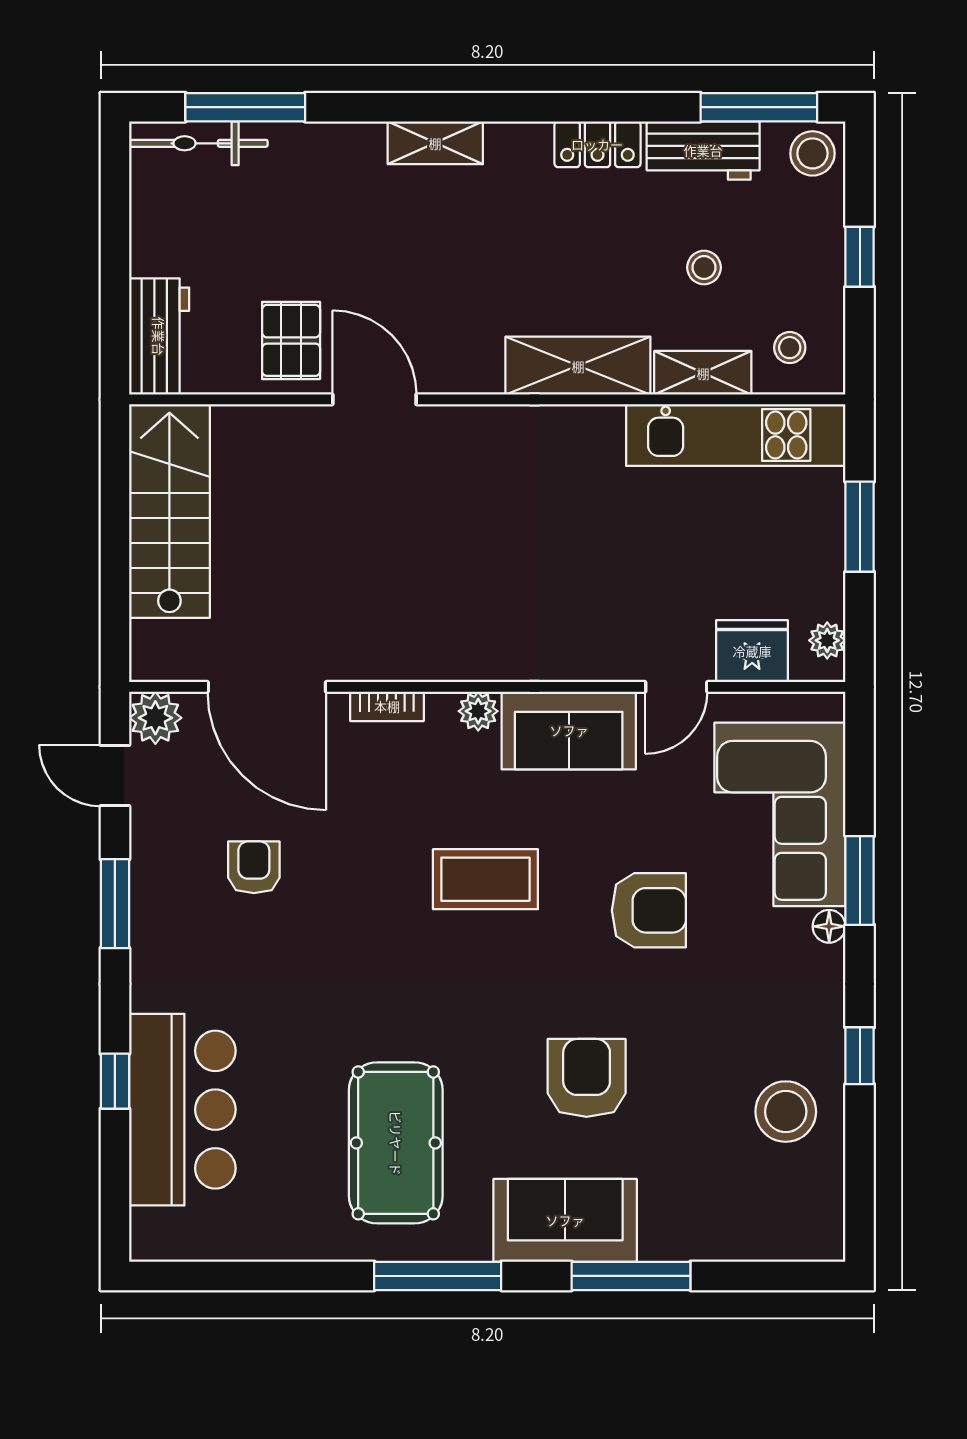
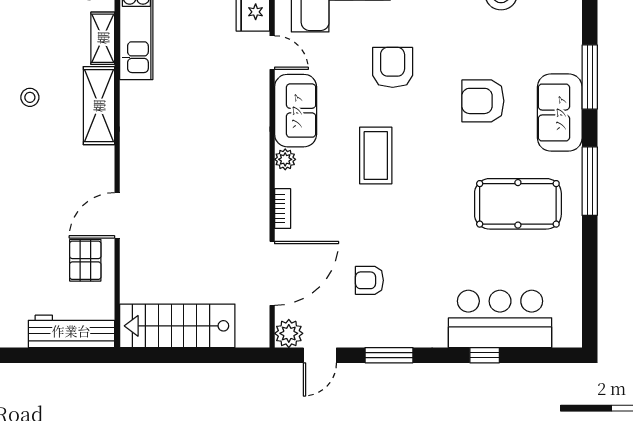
stool: (704, 268) -> (30, 97), moved
workbench: (159, 336) -> (71, 331), width x1.38
pallet: (291, 340) -> (85, 260), turned 90

